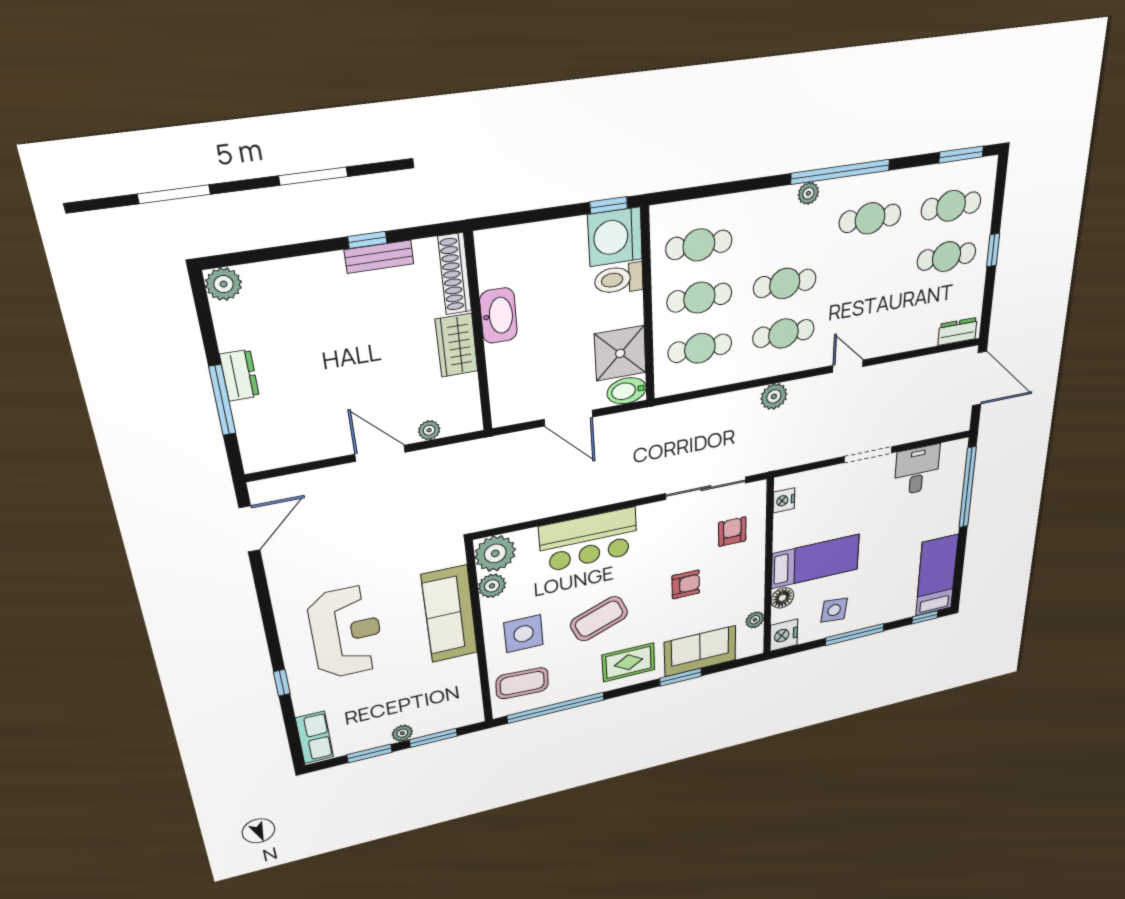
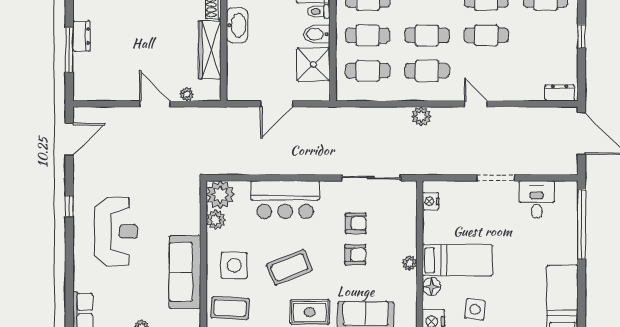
cafe table: (947, 257) -> (486, 35), moved
toilet: (619, 279) -> (319, 12), width x0.73, depth x0.72
wardrobe: (457, 345) -> (210, 50), width x1.50
bidet: (627, 391) -> (317, 34), moved
door: (569, 418) -> (277, 104), hinge flipped
armchair: (732, 532) -> (356, 223), moved, turned 90
sofa: (450, 614) -> (185, 272), moved
plant: (755, 620) -> (409, 263), moved
window: (282, 683) -> (69, 206), moved

